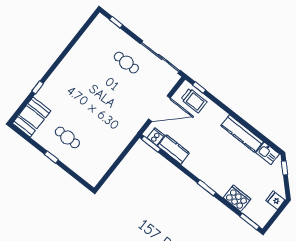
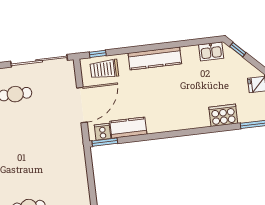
trolley: (194, 101) -> (104, 69), turned 180
kitchen counter: (242, 134) -> (155, 58), moved
window: (207, 188) -> (189, 132), removed

